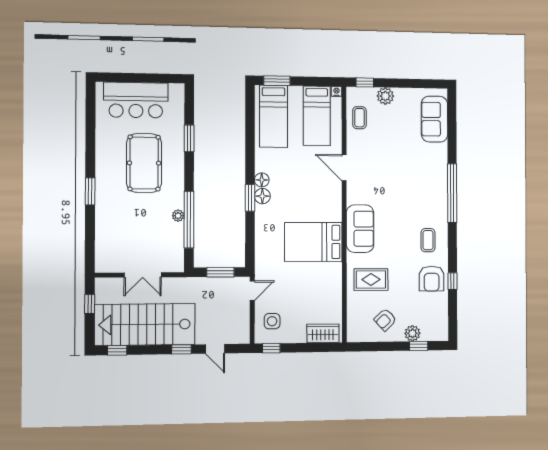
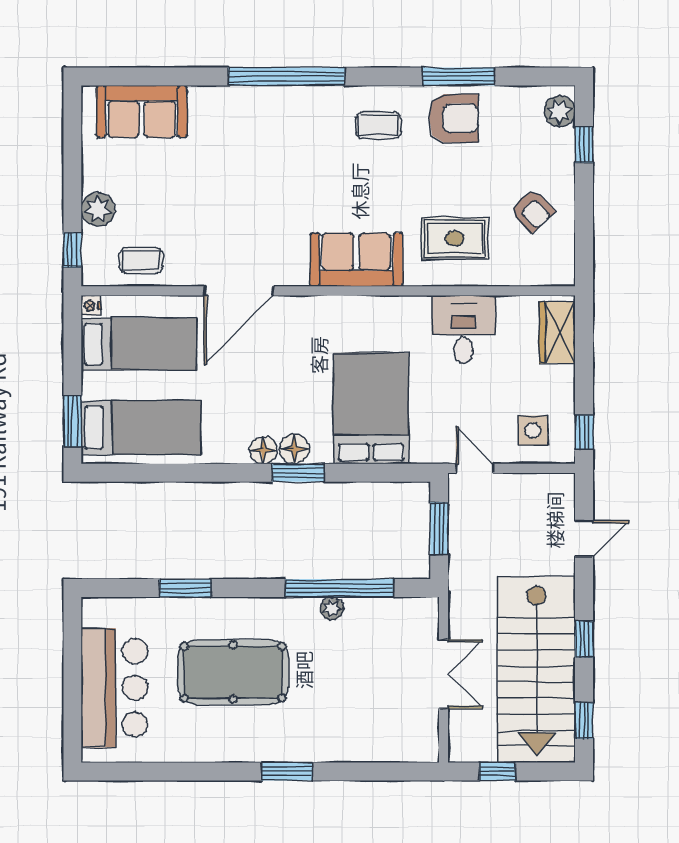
door: (344, 168) -> (239, 291), width x1.36
bed: (313, 242) -> (371, 408), moved, turned 180
rug: (371, 280) -> (455, 238), turned 90
window: (452, 281) -> (459, 76), width x2.17
desk: (324, 284) -> (464, 329), added
plant: (412, 333) -> (560, 111), moved
window: (181, 349) -> (584, 639), moved

